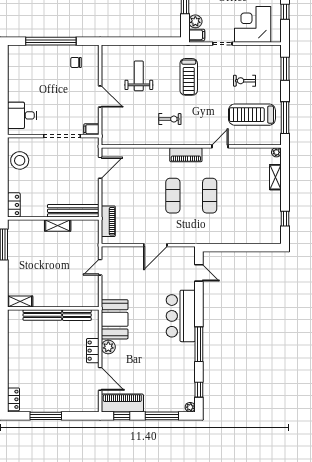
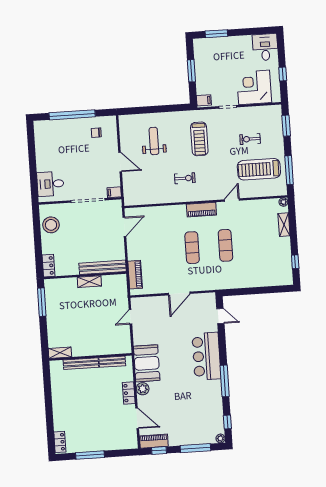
plant: (195, 21) -> (202, 88), removed
piano: (122, 403) -> (154, 441), width x0.73, depth x0.75

